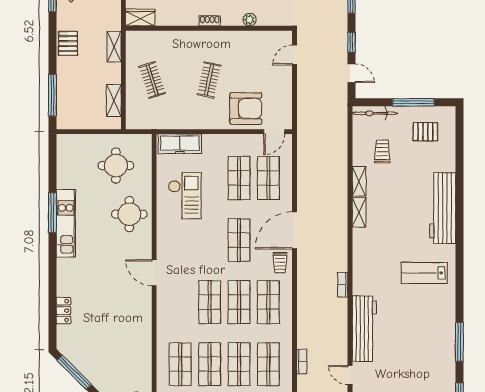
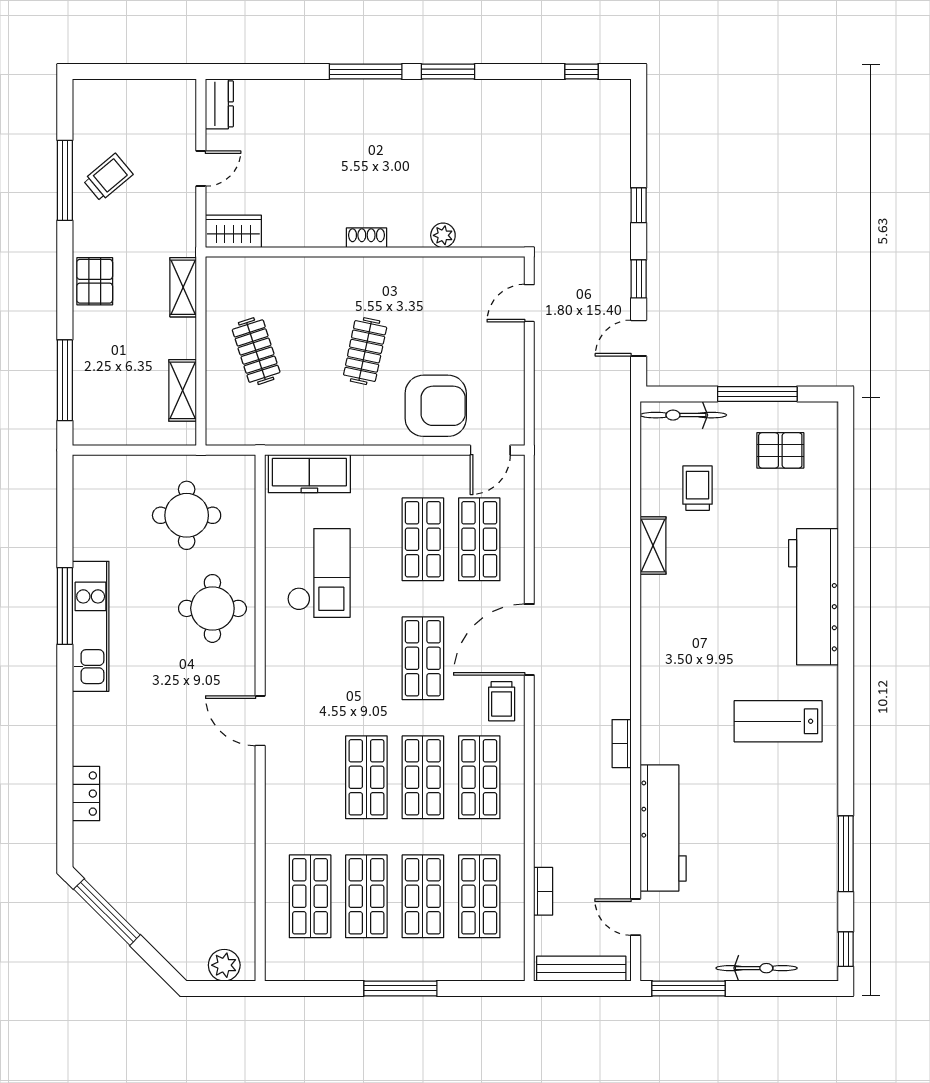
door: (352, 73) -> (639, 338), swing flipped
shelving: (359, 212) -> (653, 605), removed

